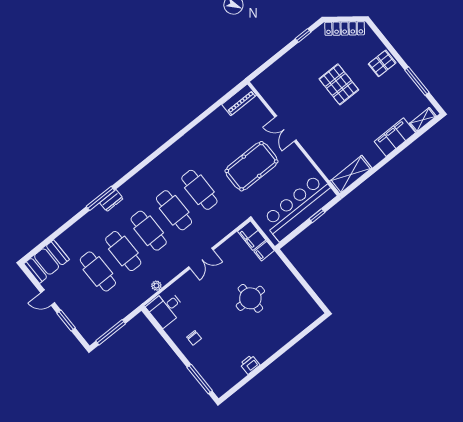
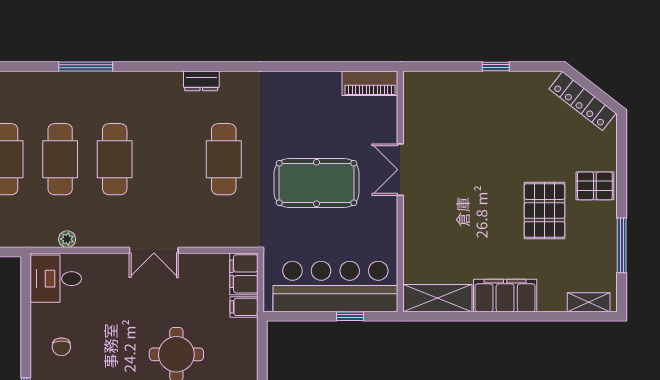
window: (303, 35) -> (496, 66), moved
pallet: (339, 84) -> (544, 211), moved
filing cabinet: (395, 137) -> (505, 295), moved
dresser: (111, 201) -> (201, 81), moved
cafe table: (174, 210) -> (169, 159), removed

